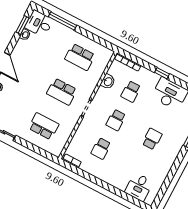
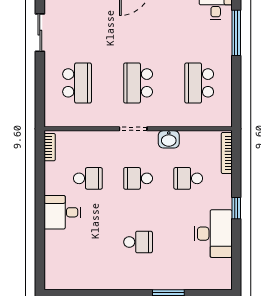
washbasin: (108, 81) -> (169, 139), moved
school desk: (101, 148) -> (88, 178), turned 180
desk: (139, 187) -> (62, 212), moved

